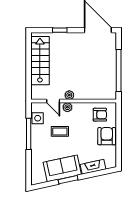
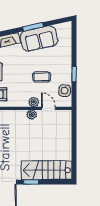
window: (60, 30) -> (31, 182), moved
stairs: (40, 61) -> (47, 170), moved, turned 90
window: (29, 134) -> (74, 74), width x0.46

